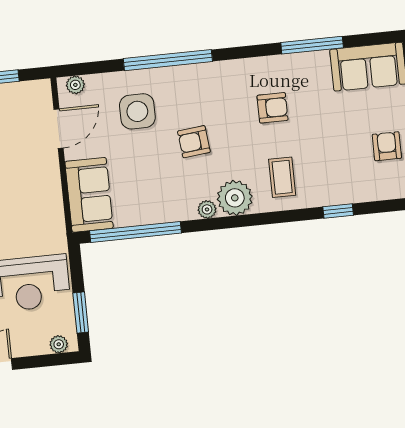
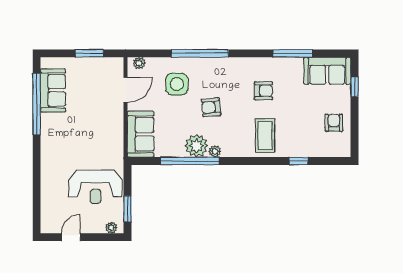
coffee table: (282, 177) -> (265, 136), width x1.36, depth x1.30
plant: (235, 198) -> (196, 146), moved
window: (135, 232) -> (190, 161), moved

